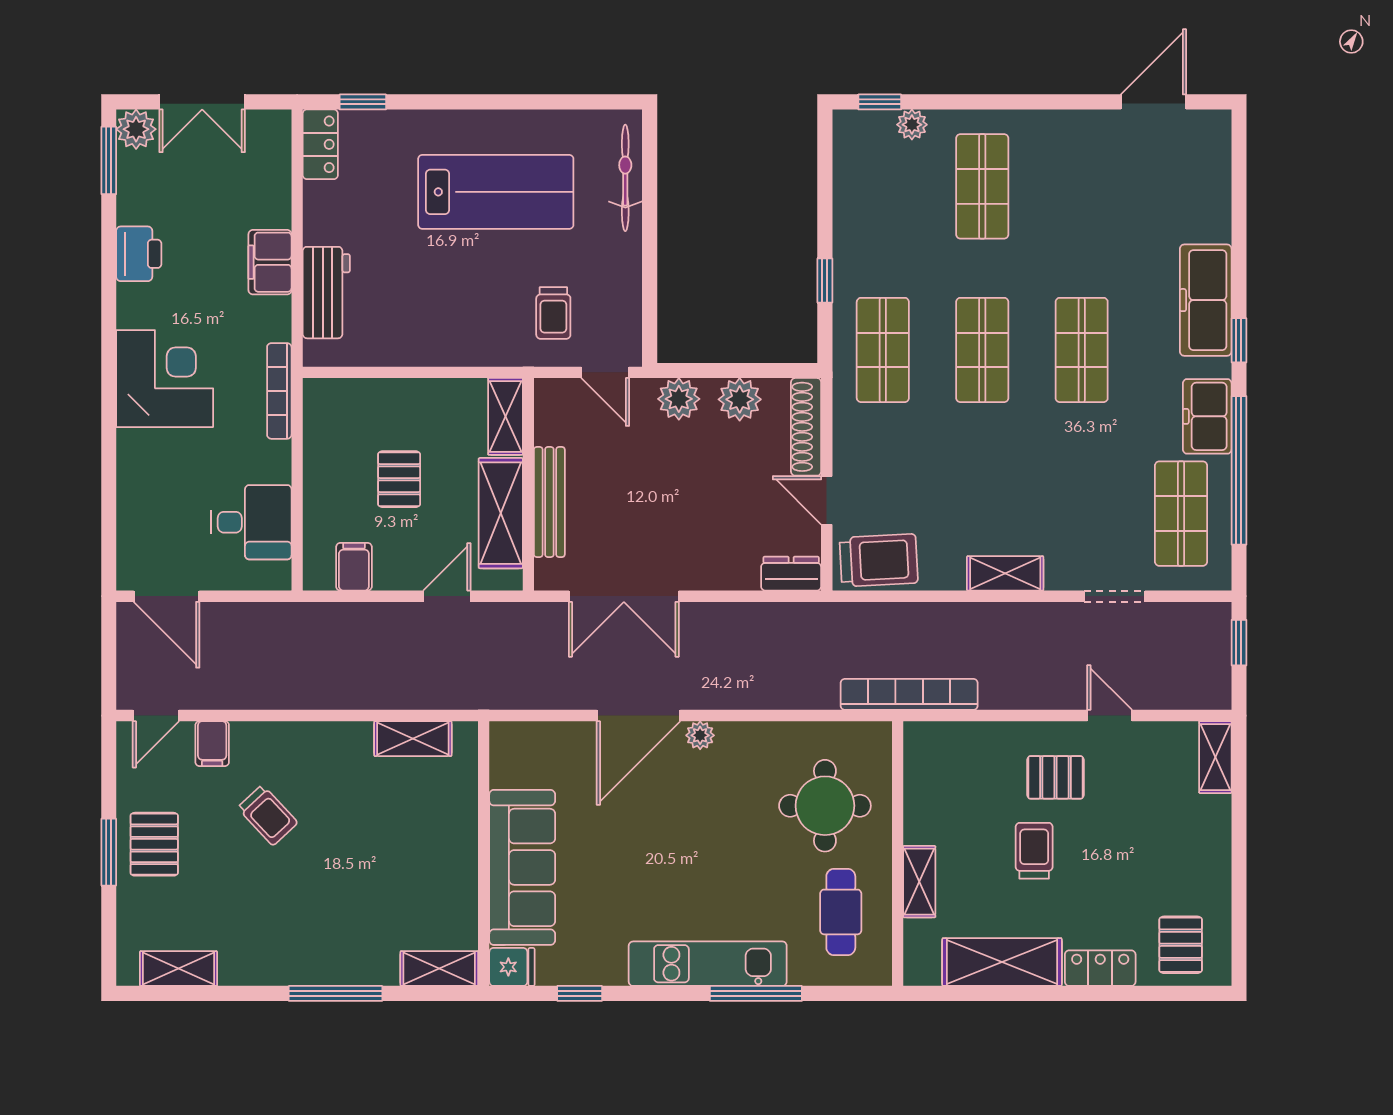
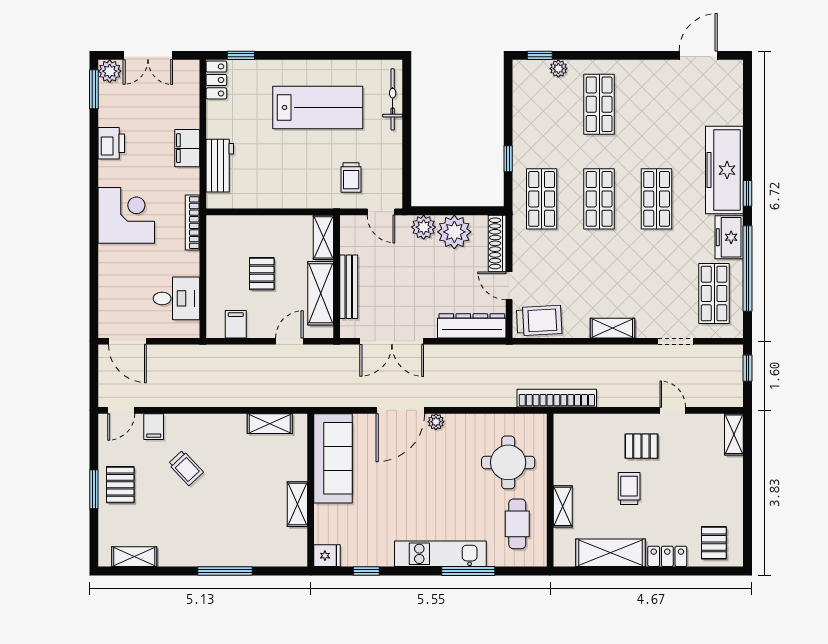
freezer: (1206, 300) -> (724, 170), width x1.36, depth x1.26
plant: (740, 399) -> (454, 232), width x1.36, depth x1.36
dresser: (791, 574) -> (472, 326), width x1.96, depth x1.24
sofa: (522, 867) -> (333, 458), moved
shelving: (439, 969) -> (297, 504), moved, turned 90

